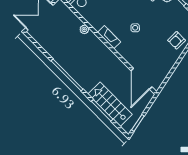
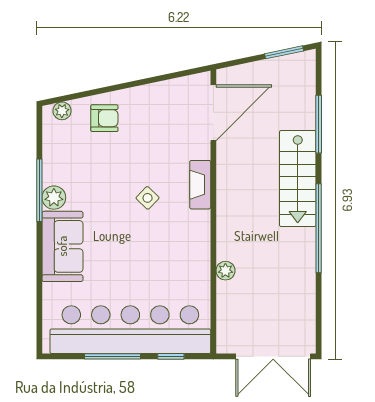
fireplace: (109, 37) -> (200, 185), moved
stairs: (110, 104) -> (298, 179), moved

